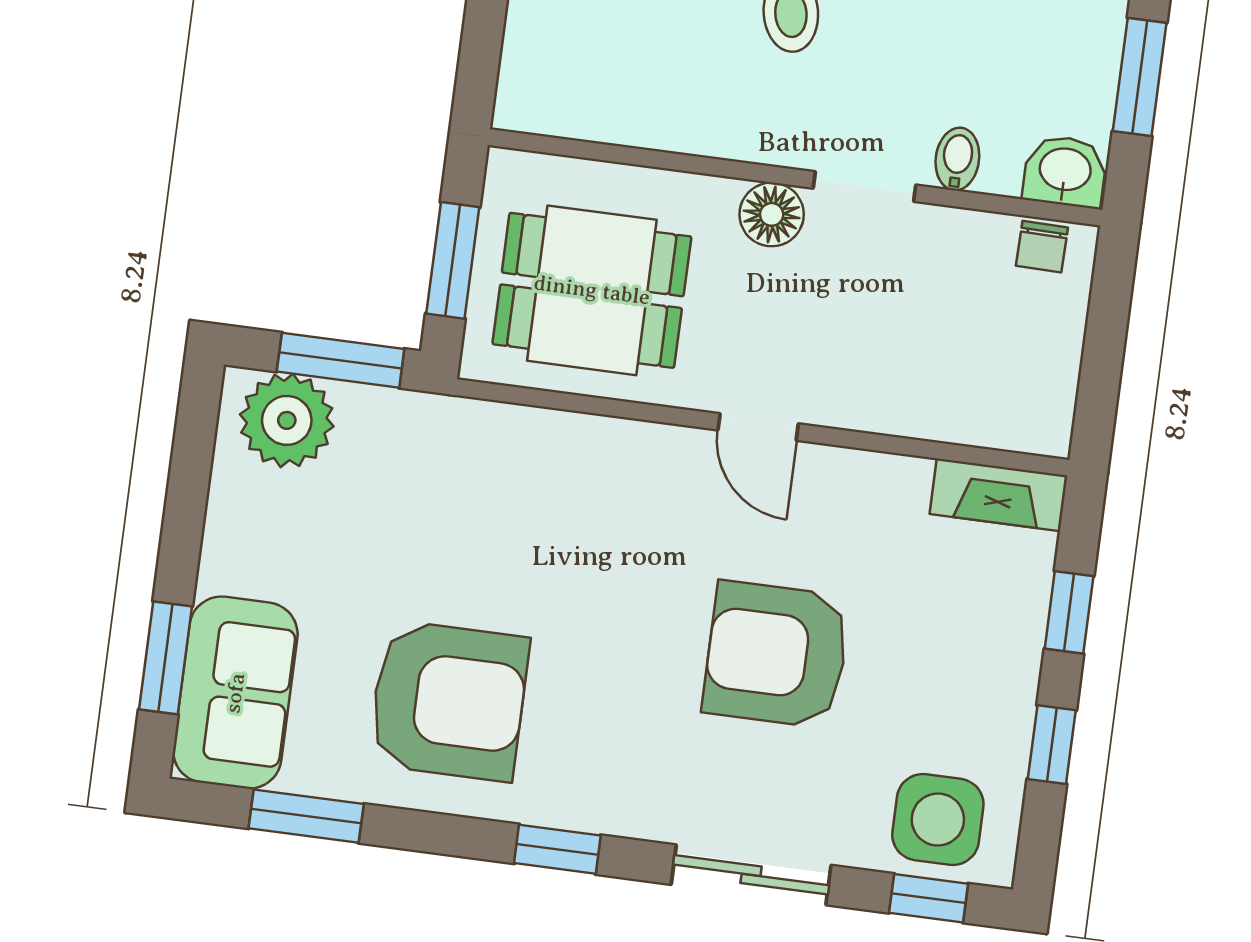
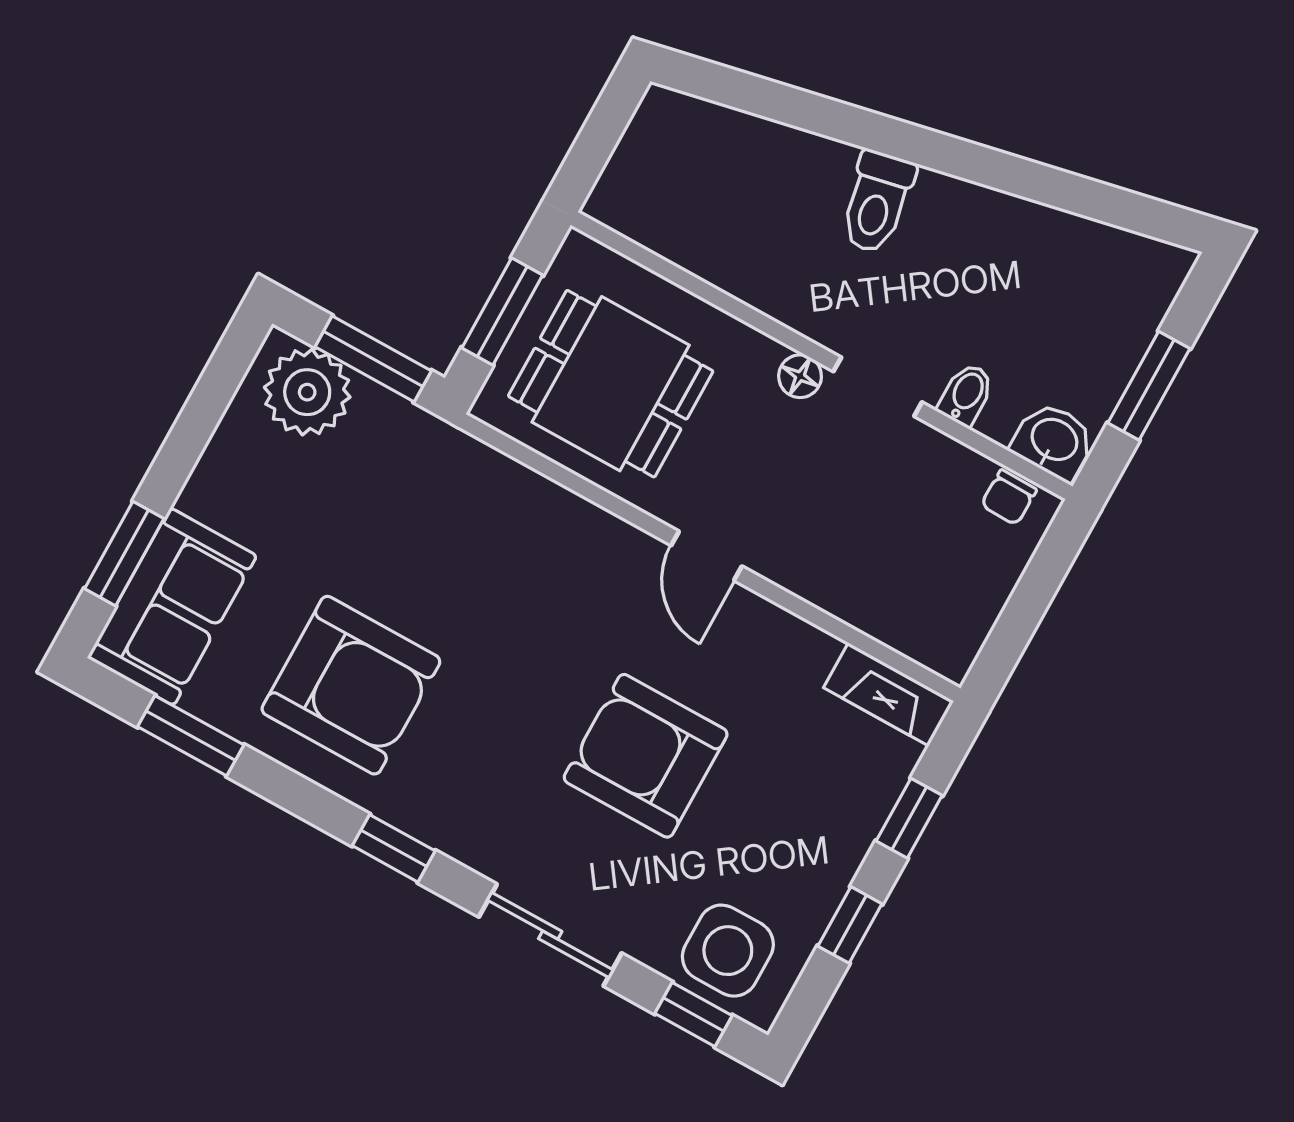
floor lamp: (772, 214) -> (800, 376), width x0.73, depth x0.73

